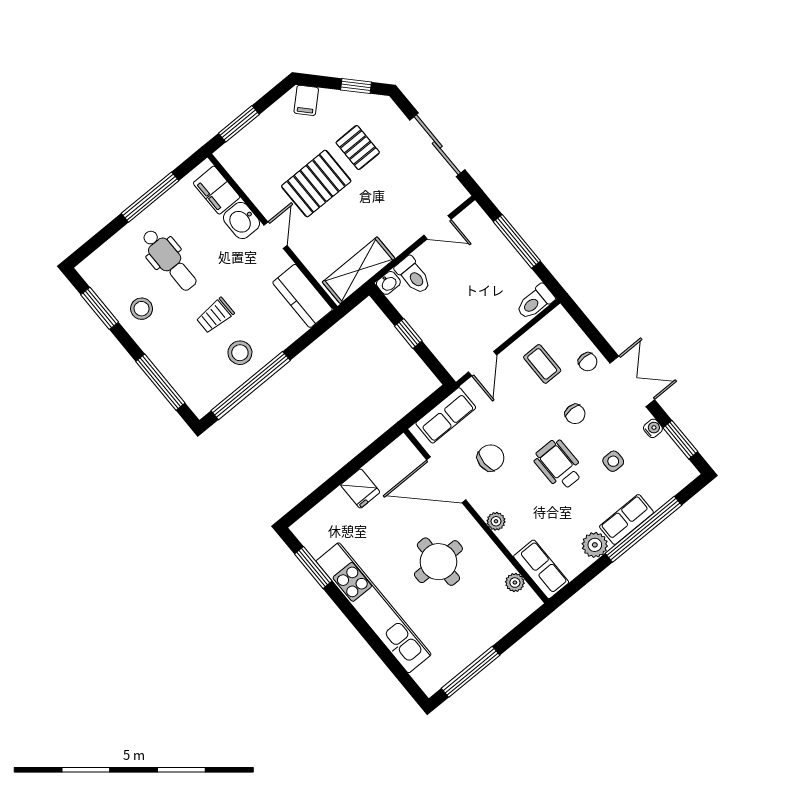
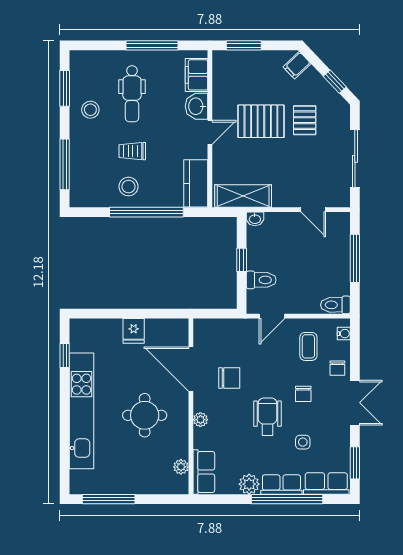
toilet: (413, 275) -> (261, 280), moved, turned -90
window: (251, 386) -> (146, 212), moved
row of seats: (446, 415) -> (326, 484), moved, turned 180
water cooler: (653, 428) -> (344, 334), moved
window: (313, 568) -> (65, 356), width x0.67

